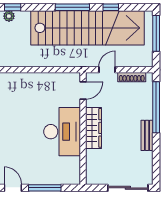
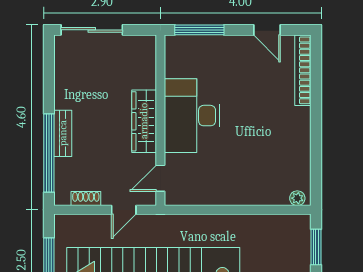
shoe rack: (132, 77) -> (86, 199), width x0.70
bench: (147, 135) -> (63, 133), moved
window: (45, 188) -> (199, 30), moved

